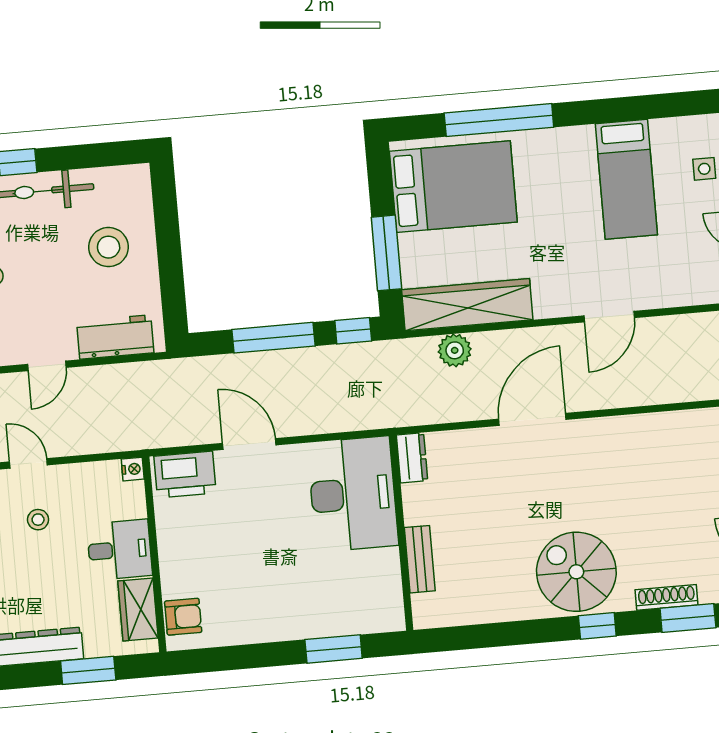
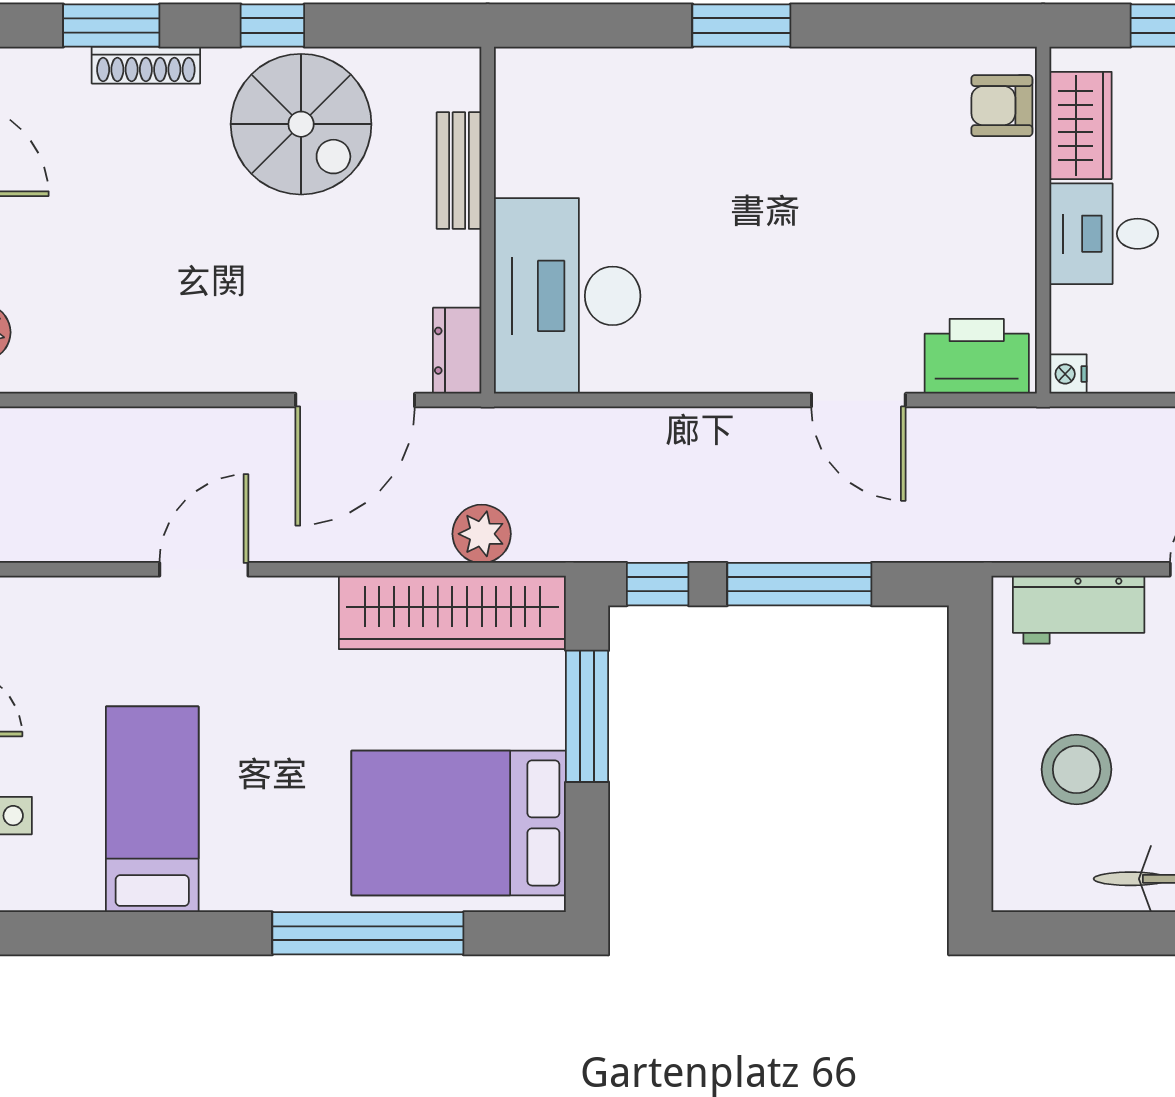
dresser: (412, 458) -> (457, 351), moved
desk: (353, 494) -> (567, 296), moved
wall: (401, 533) -> (488, 220), moved
bench: (420, 559) -> (459, 171), moved

